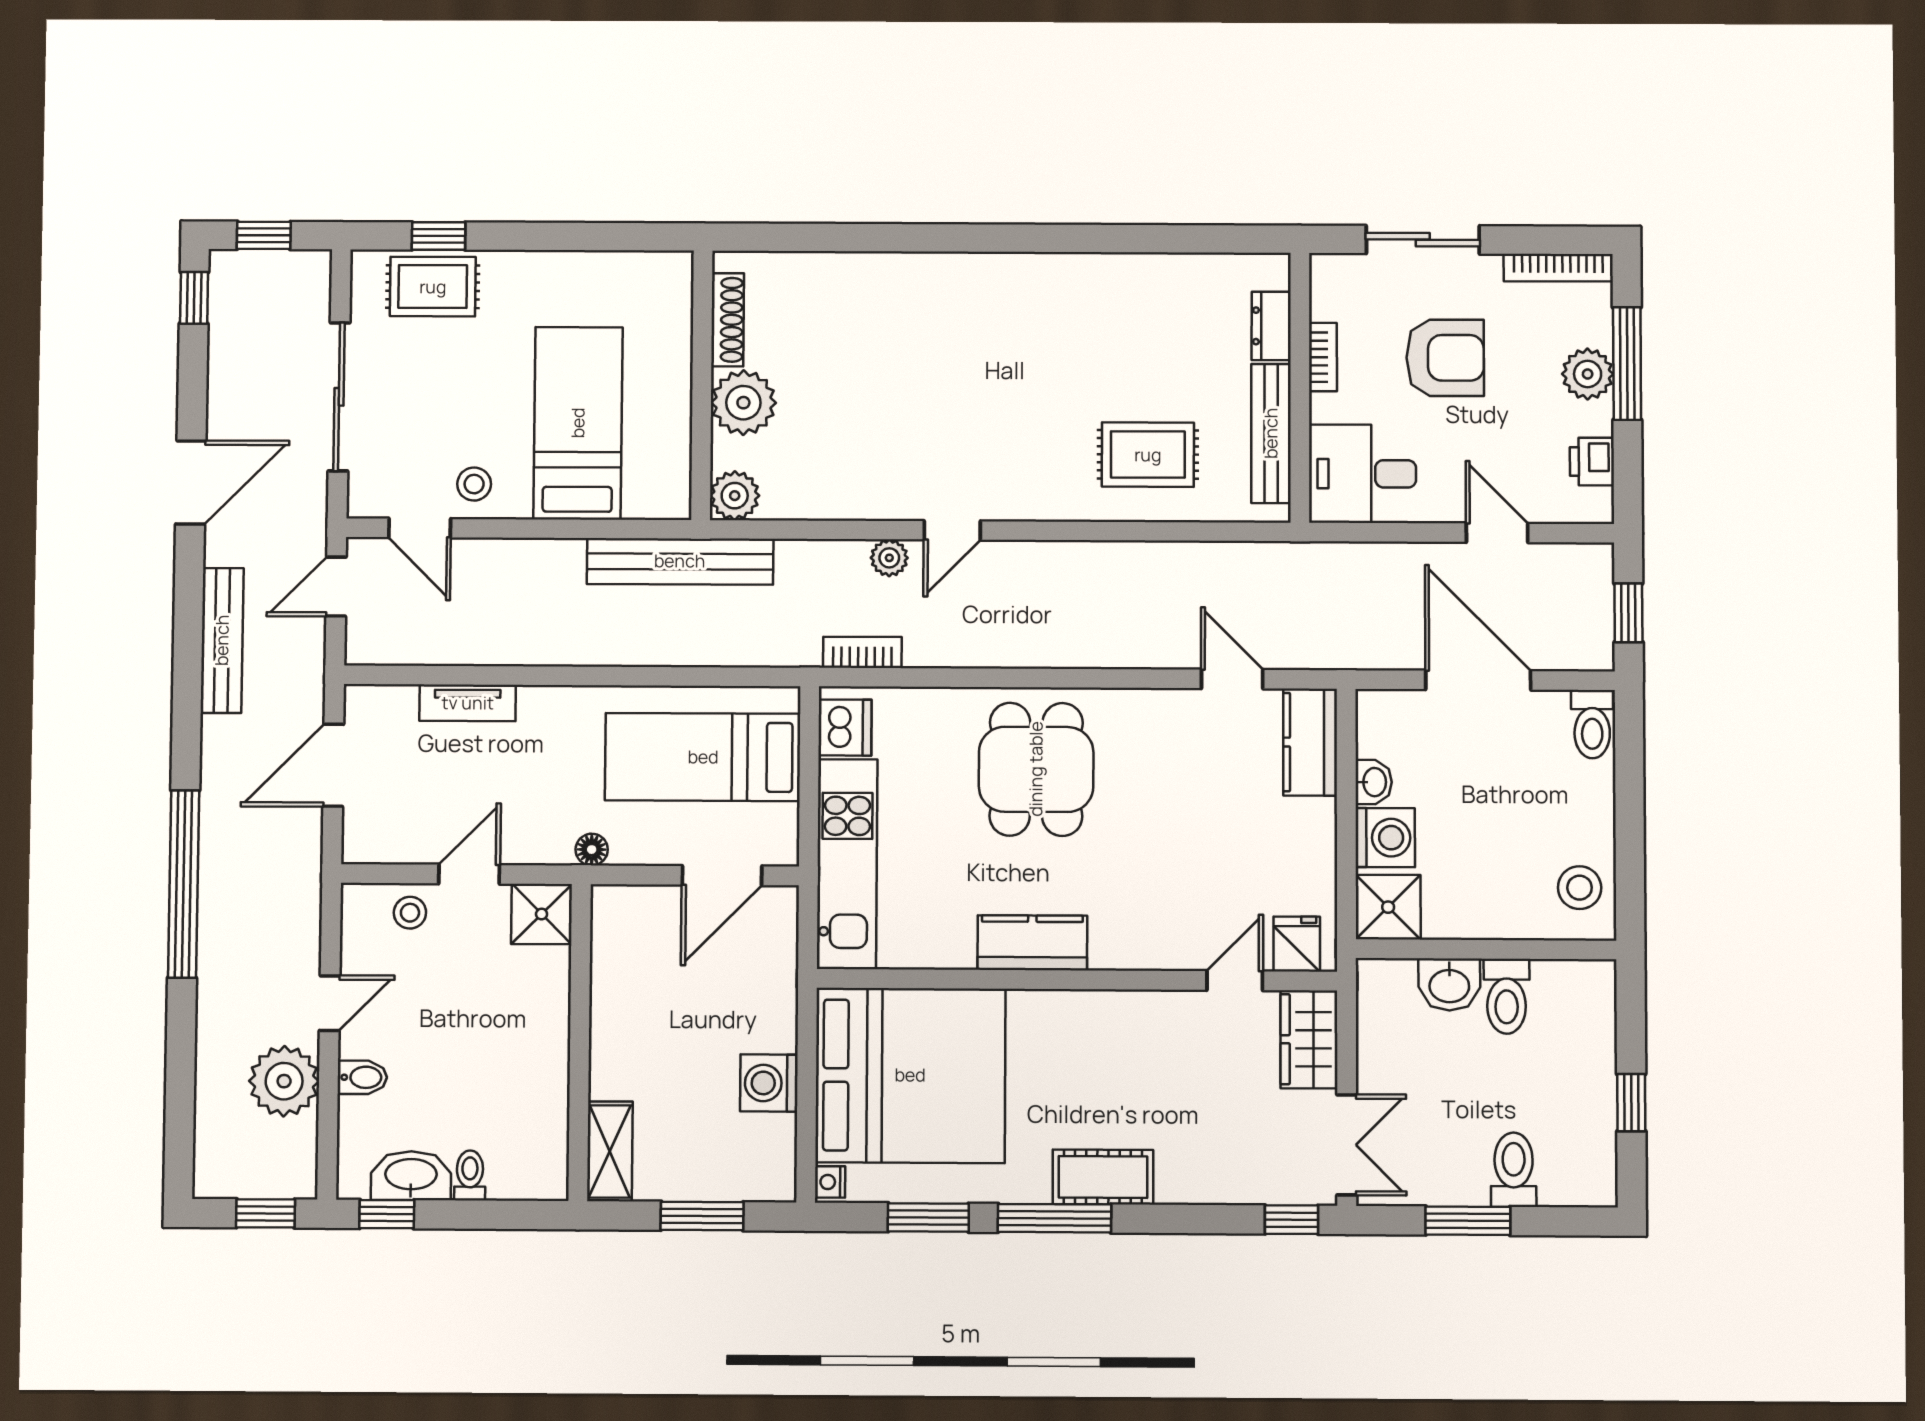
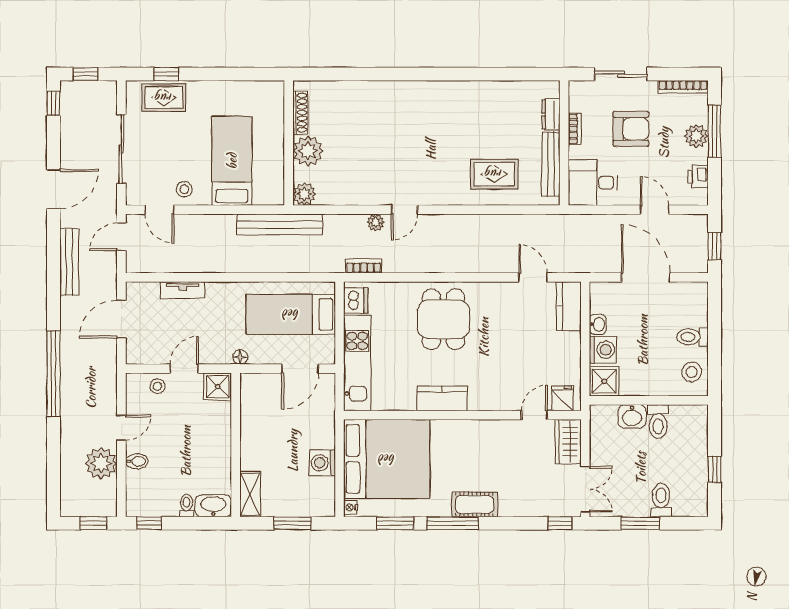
toilet: (1592, 724) -> (692, 337), moved, turned 90
washbasin: (411, 1176) -> (213, 506), moved

